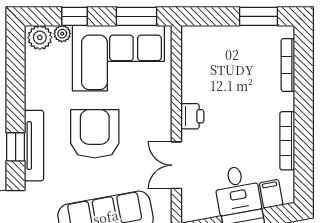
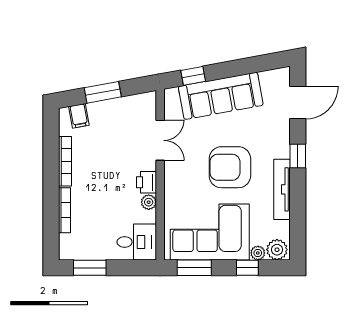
bookcase: (288, 65) -> (64, 210), moved
plant: (190, 93) -> (149, 202), added
armchair: (95, 134) -> (230, 167), turned 90
tv unit: (34, 146) -> (282, 189), moved
desk: (237, 190) -> (137, 242), moved, turned 100

